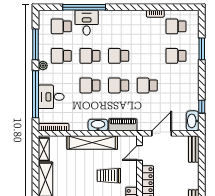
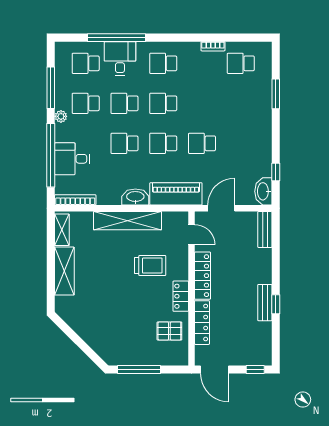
school desk: (176, 56) -> (163, 63), moved
piano: (123, 125) -> (176, 194), width x1.37, depth x1.33
door: (140, 153) -> (192, 235), swing flipped
trolley: (109, 176) -> (150, 266), turned 180

